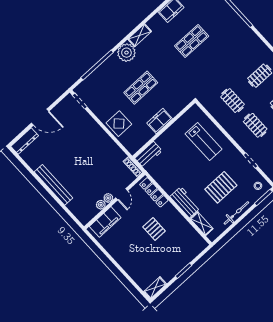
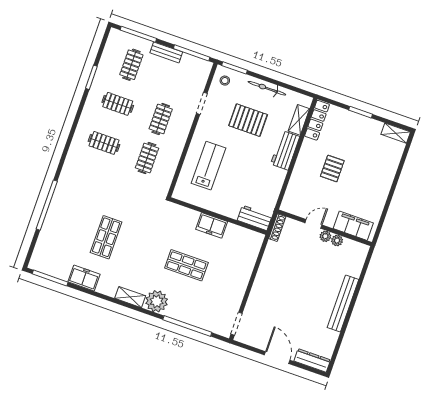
shop shelf: (192, 41) -> (106, 237), turned 90
display table: (119, 124) -> (238, 268), removed
locker: (154, 192) -> (317, 120), moved

